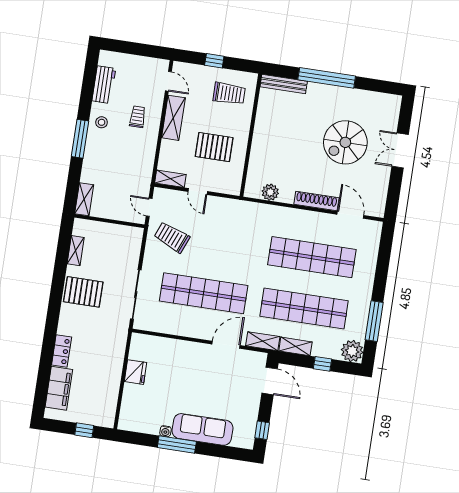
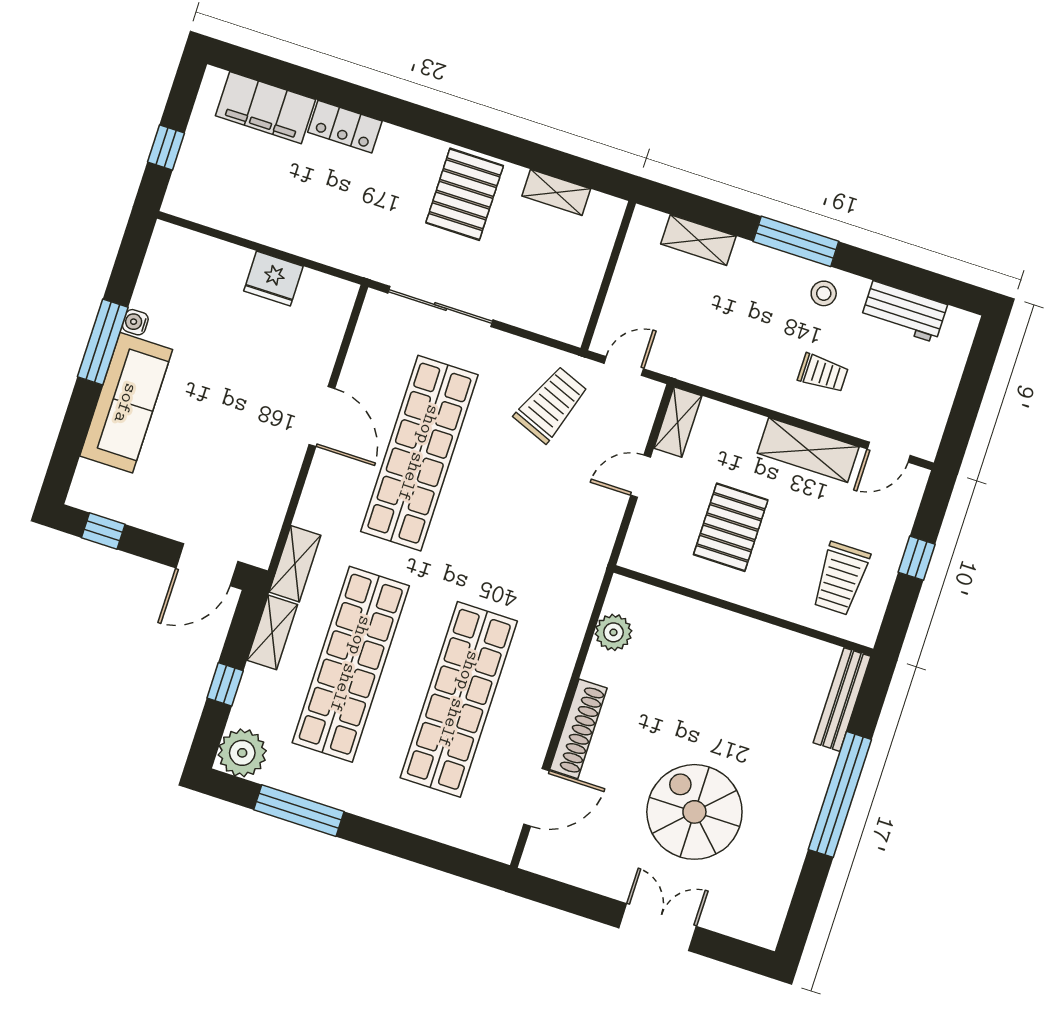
shelving: (84, 199) -> (698, 240), moved
door: (226, 345) -> (322, 416), moved

